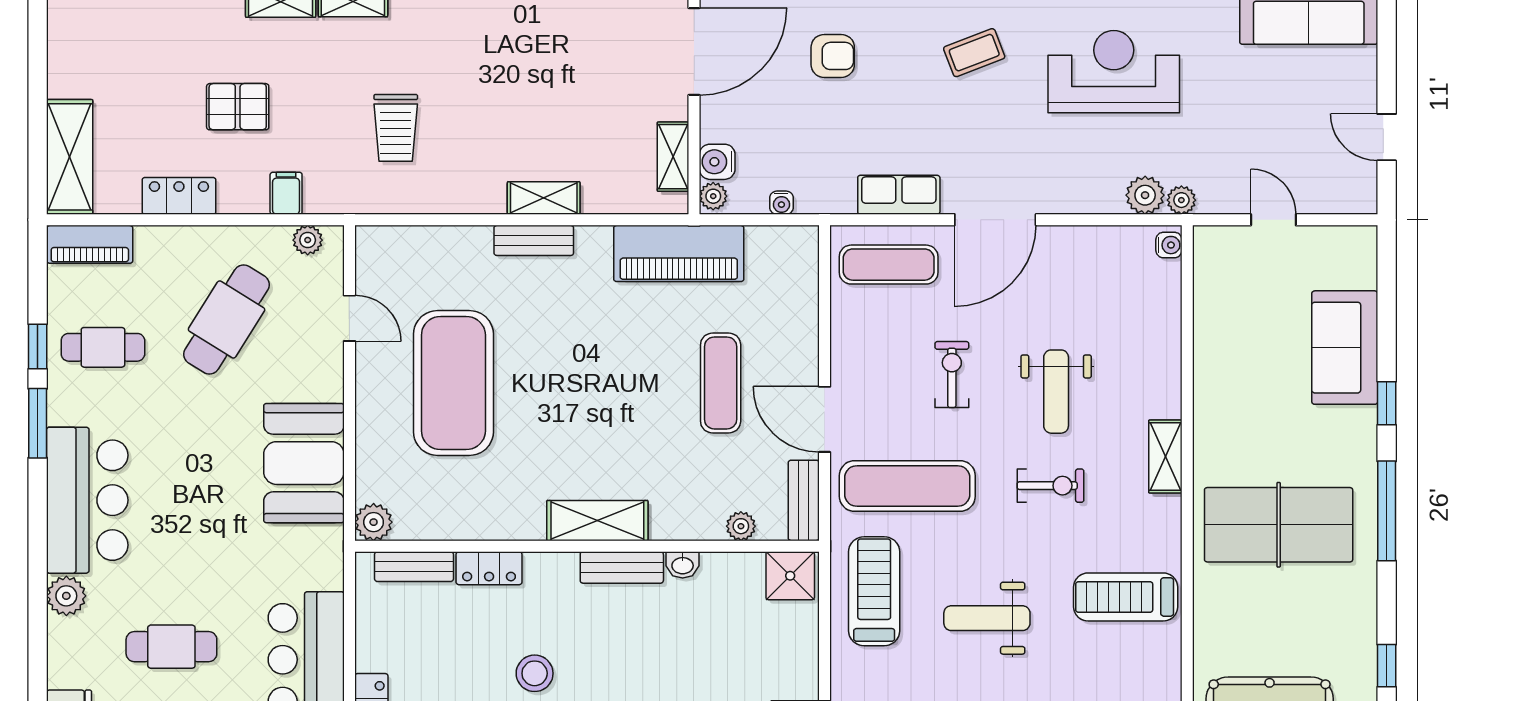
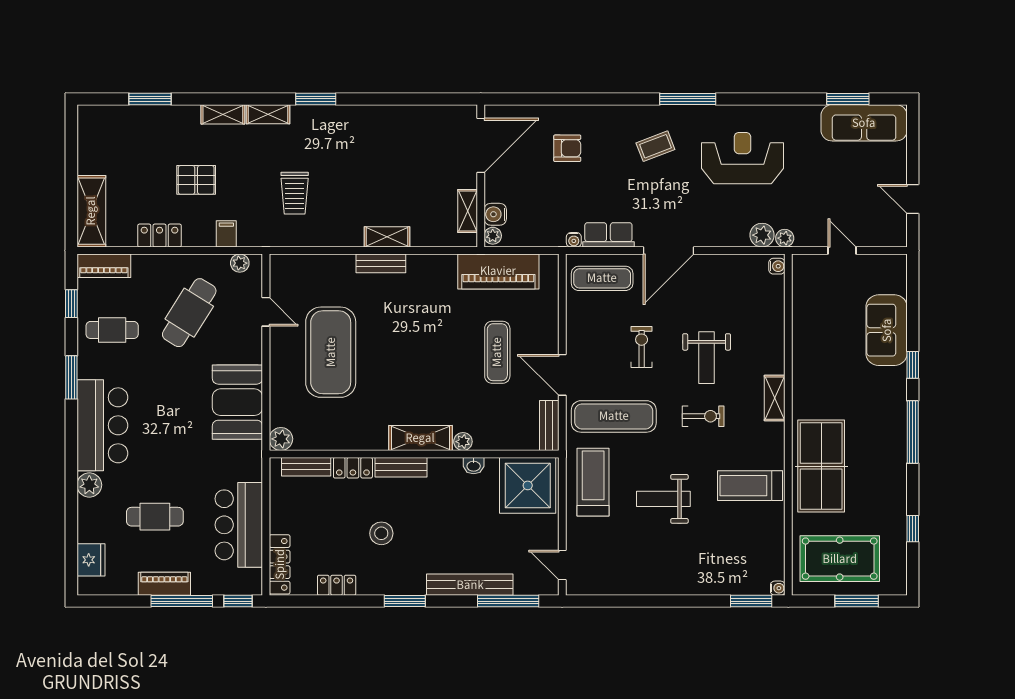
water cooler: (781, 203) -> (574, 240), moved
piano: (679, 253) -> (498, 271), moved
window: (38, 347) -> (71, 304), moved
table tennis table: (1279, 525) -> (821, 466), moved, turned 90
plant: (741, 526) -> (463, 442), moved
bench: (622, 567) -> (401, 467), moved
shower: (790, 576) -> (528, 485), width x1.86, depth x1.86

